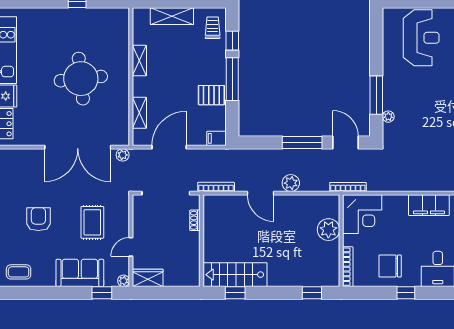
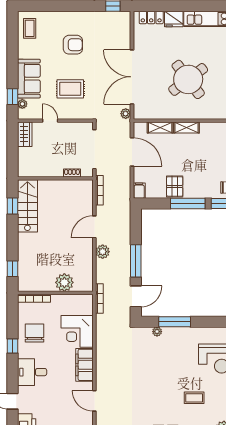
shelving: (139, 61) -> (187, 127), moved
round table: (81, 79) -> (188, 79), turned -31
corner desk: (362, 214) -> (77, 331), moved
plant: (124, 281) -> (22, 104), moved

